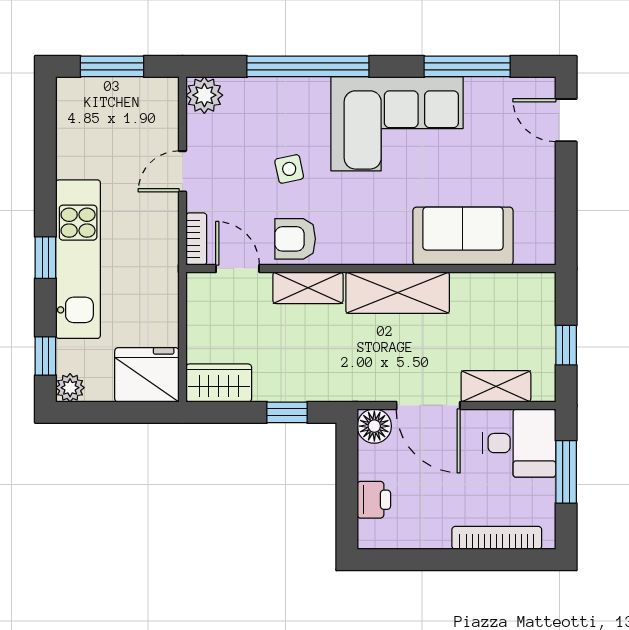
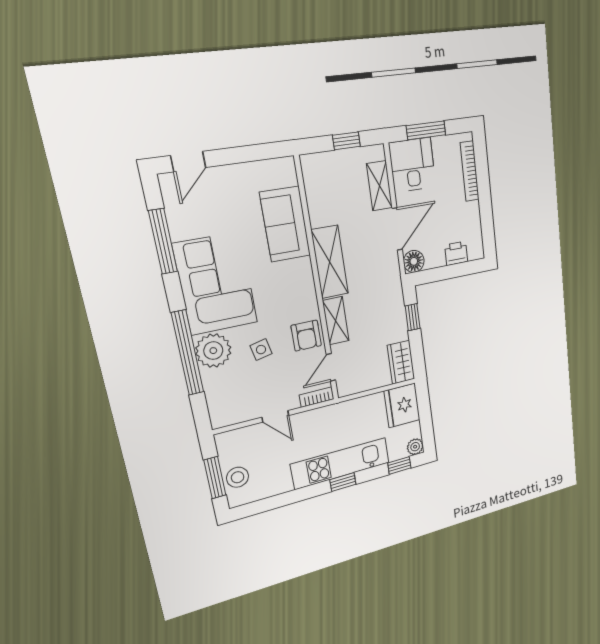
plant: (204, 95) -> (213, 351), moved, width x1.36, depth x1.36
stool: (103, 99) -> (238, 477), added

